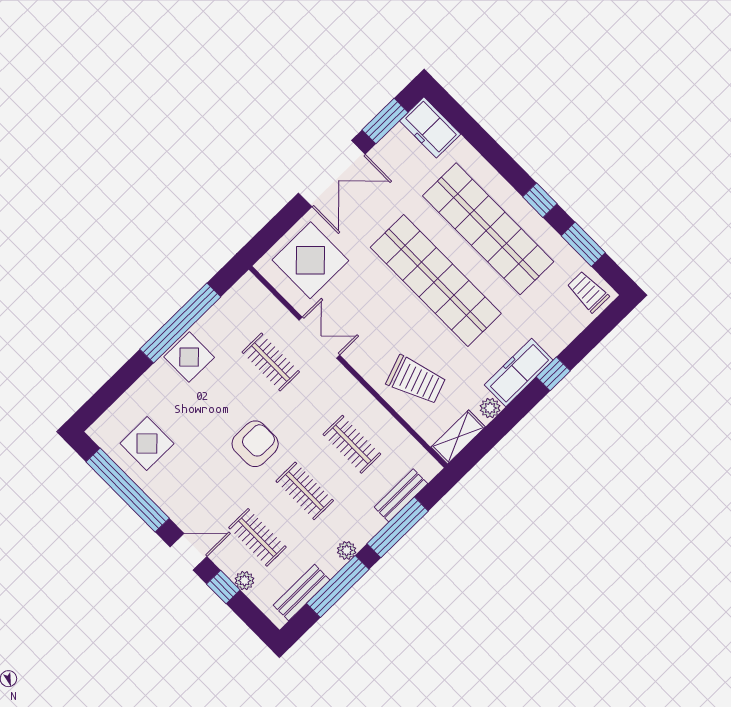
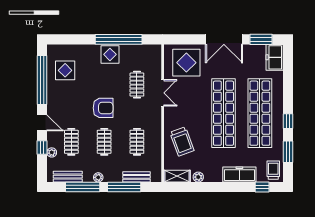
freezer: (519, 372) -> (239, 174), moved
window: (553, 374) -> (262, 187), moved

